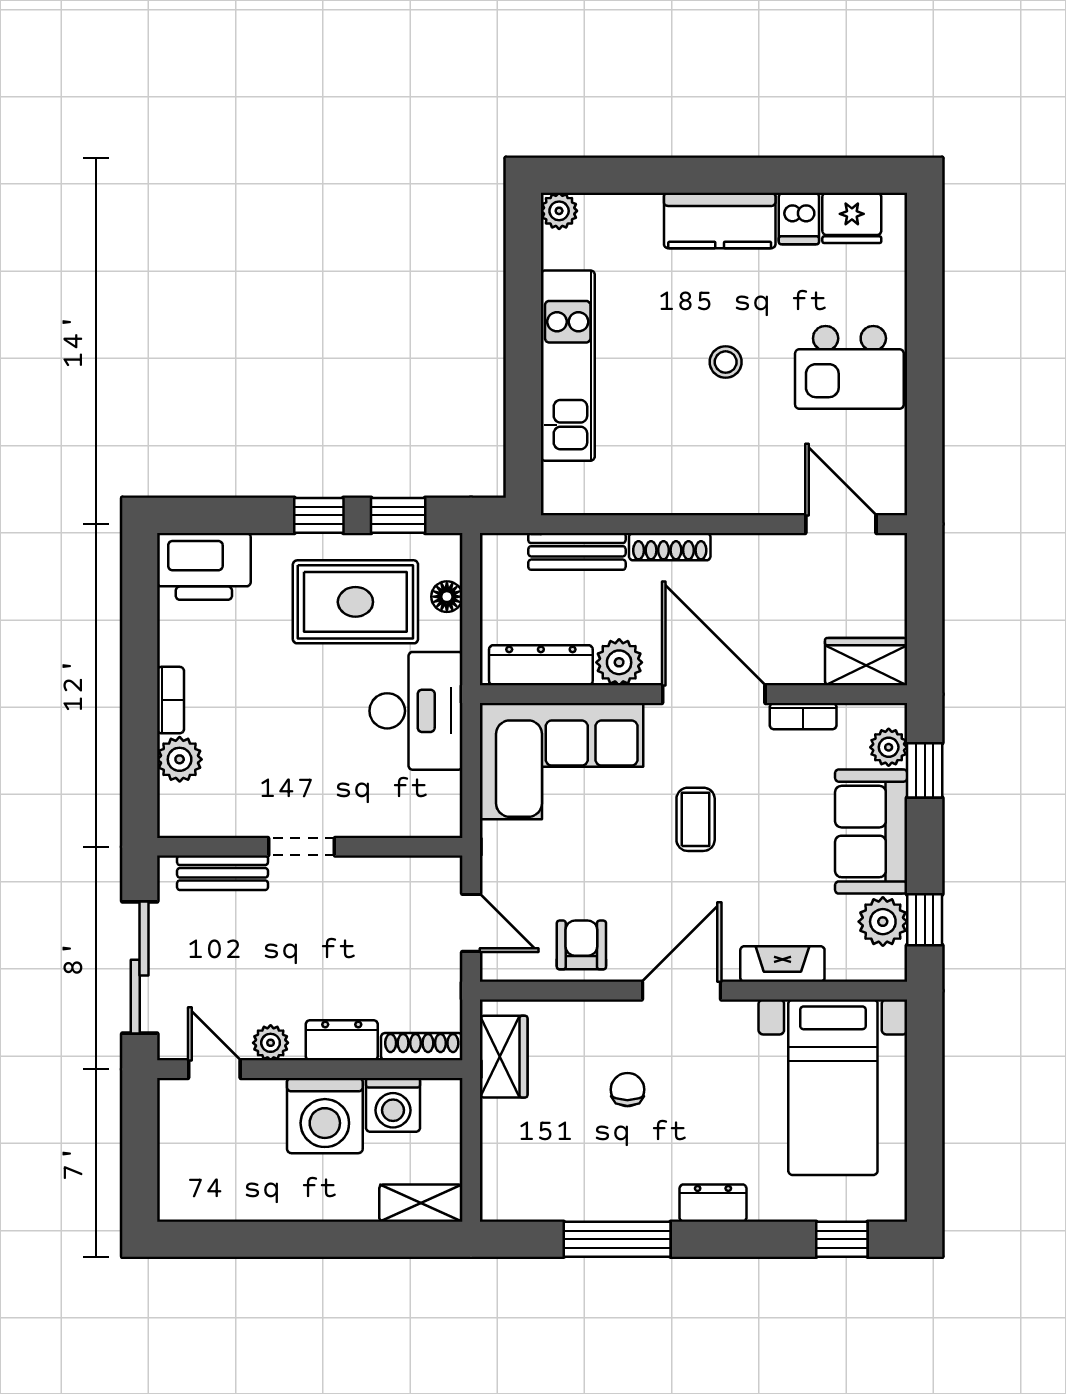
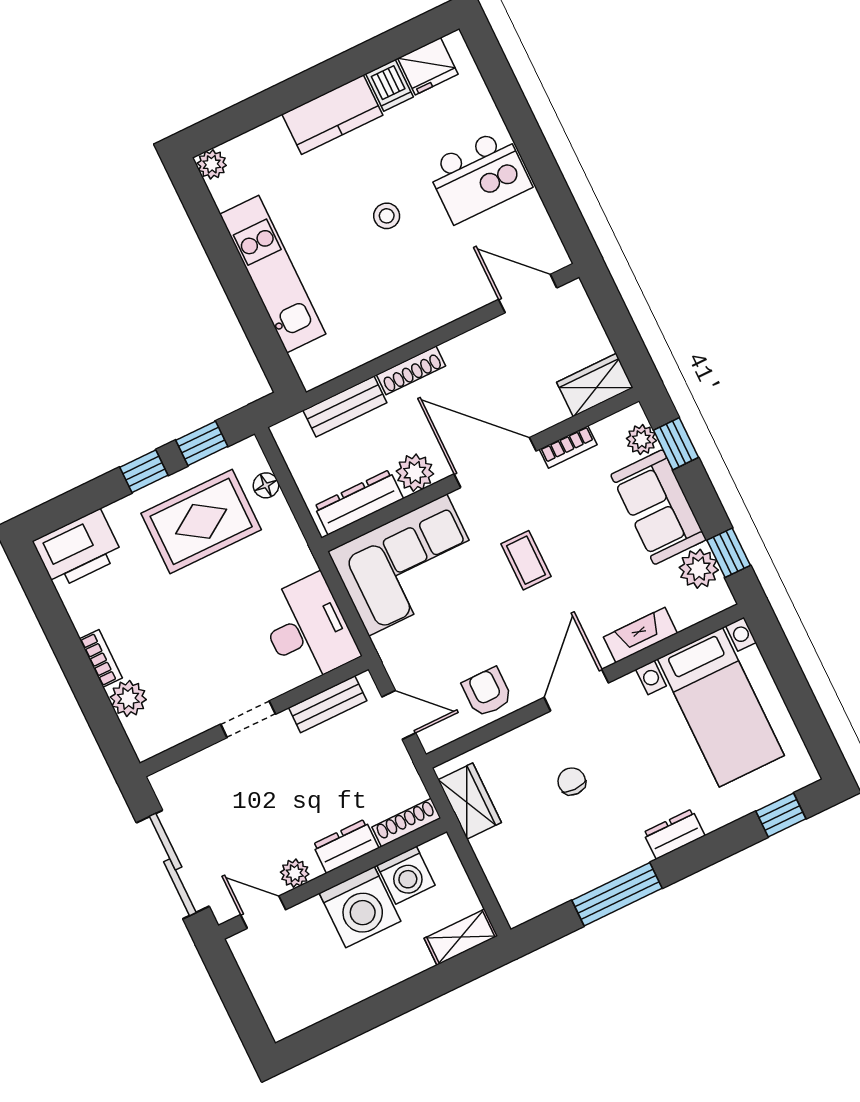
desk: (416, 711) -> (308, 629), moved
bench: (223, 873) -> (328, 704), moved

